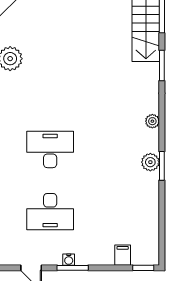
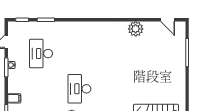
desk: (50, 149) -> (79, 89), moved, turned 180

